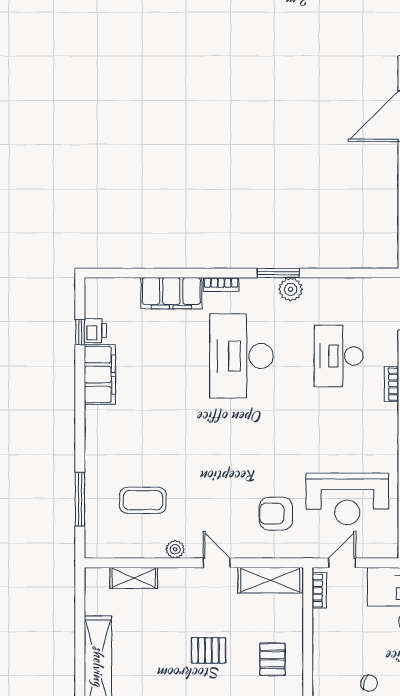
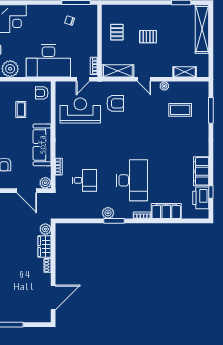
printer: (95, 331) -> (201, 198), width x1.87, depth x1.48
desk: (339, 356) -> (84, 180), width x0.73

